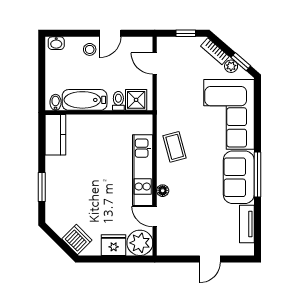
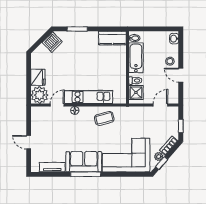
dishwasher: (77, 239) -> (52, 42), moved

